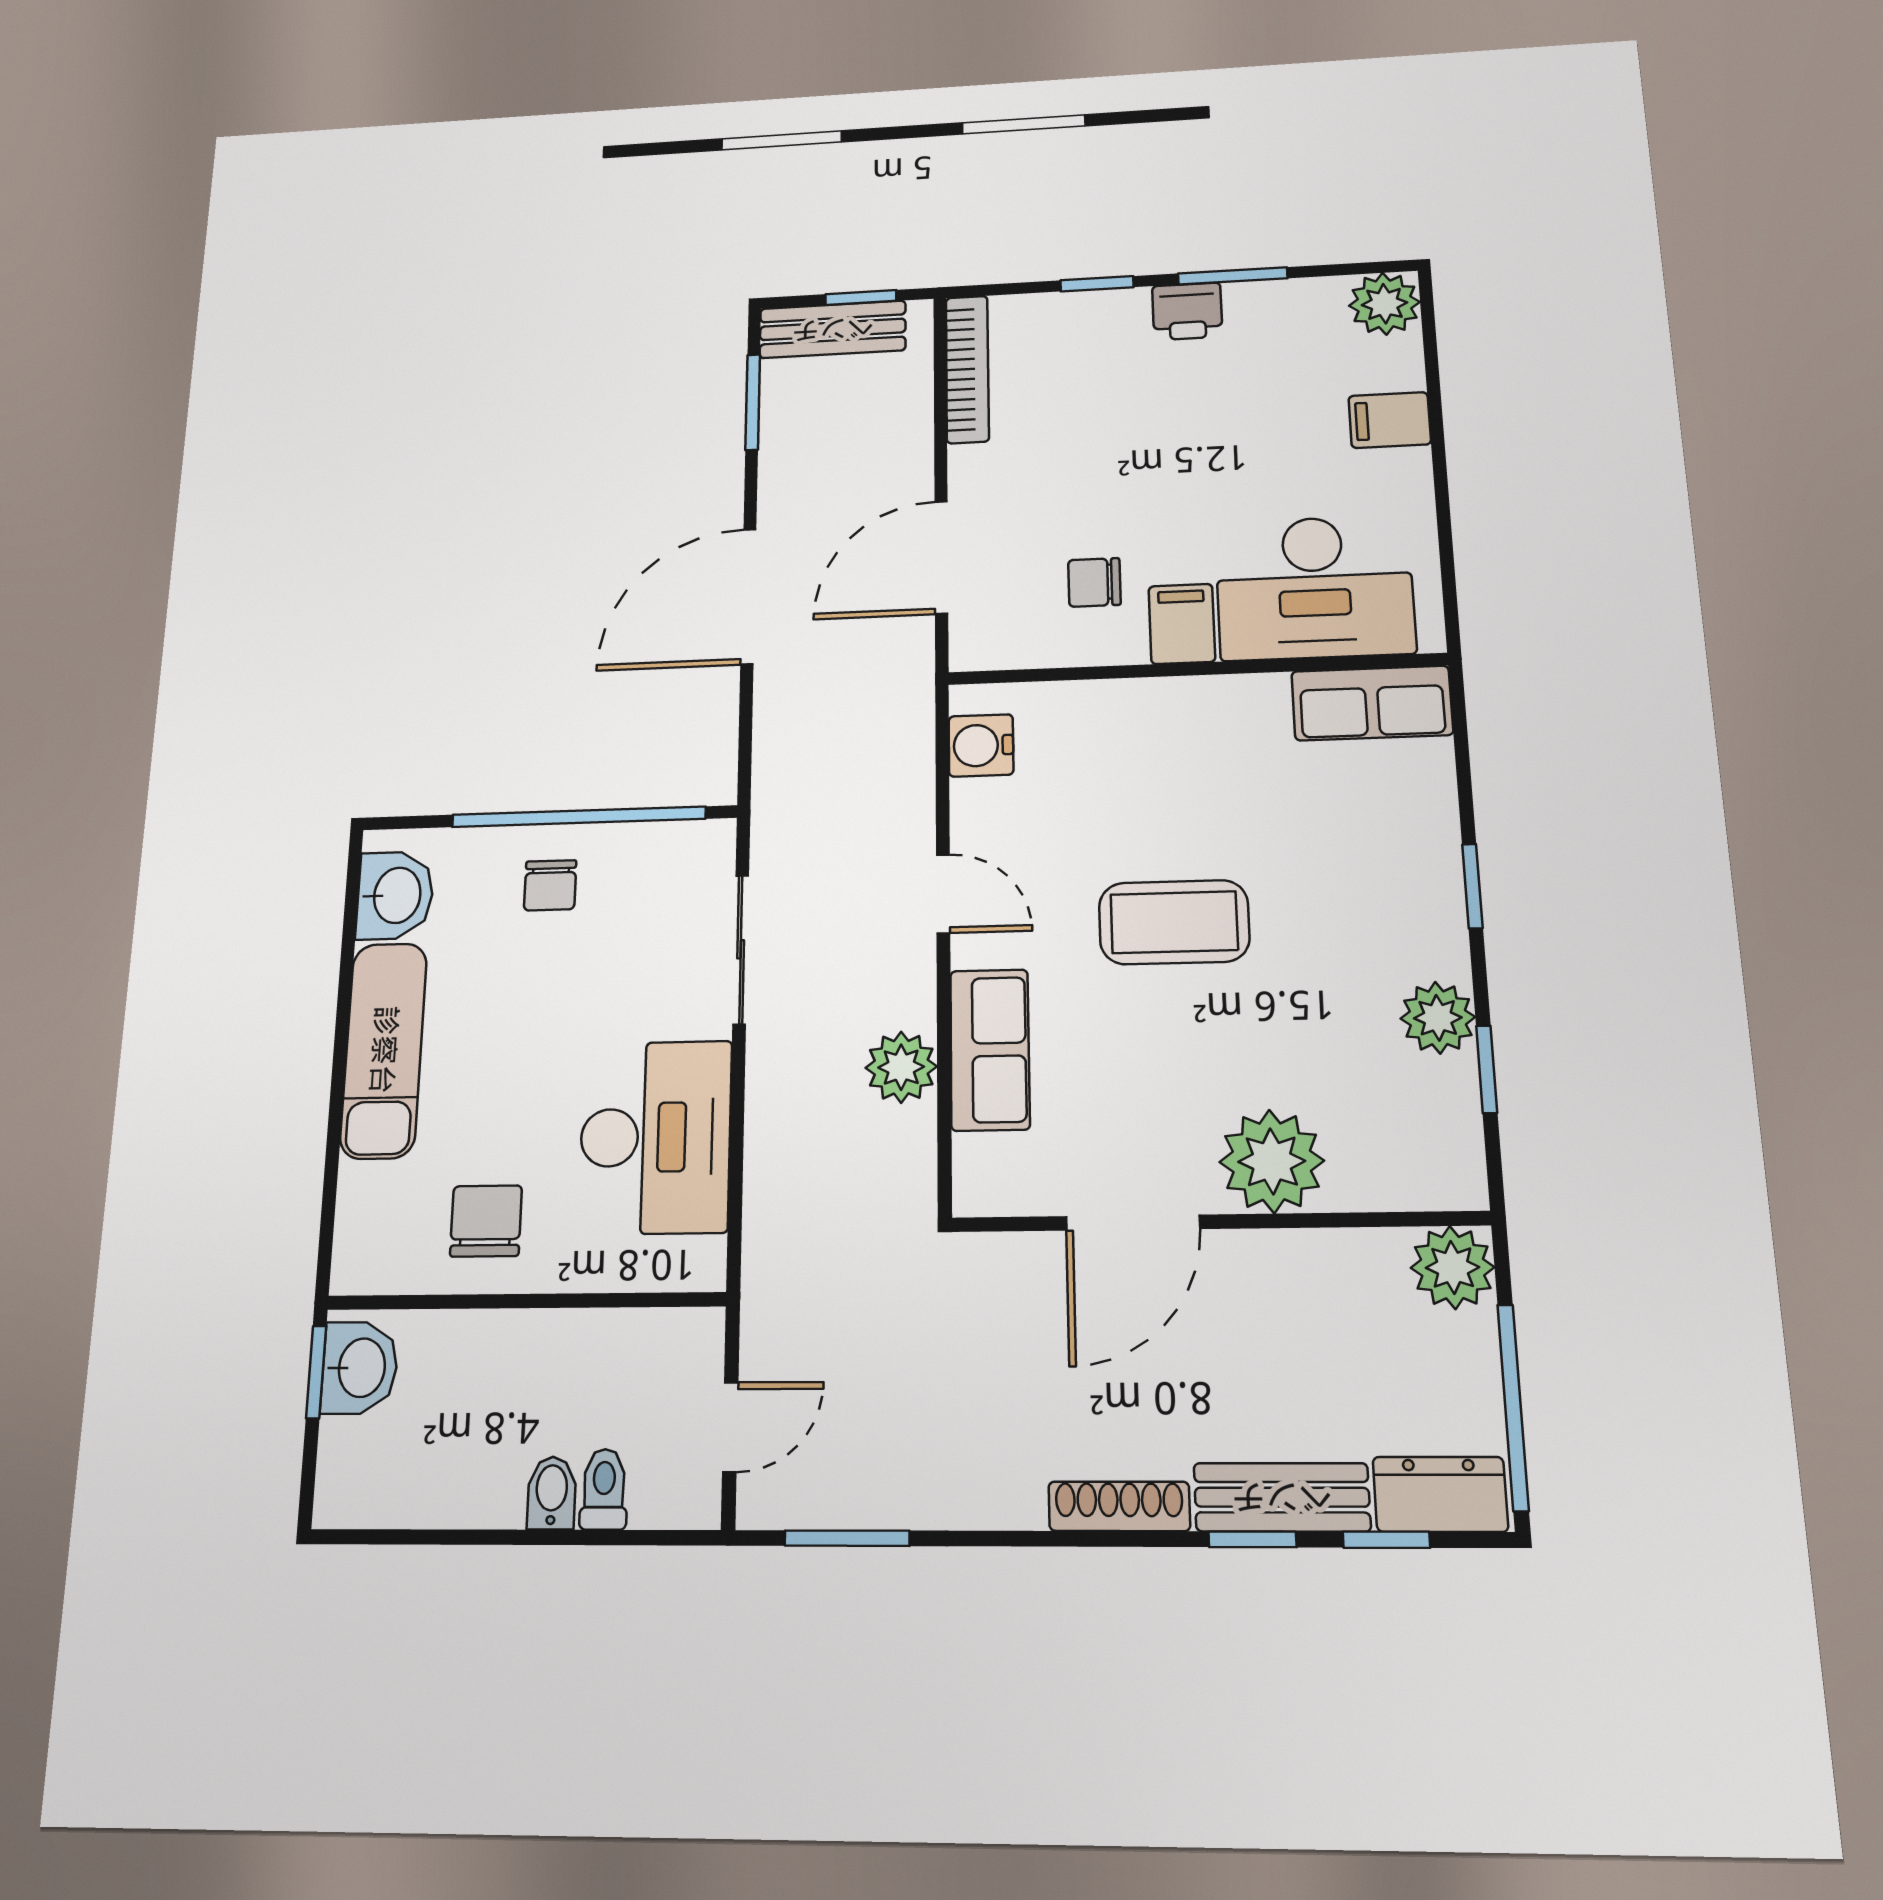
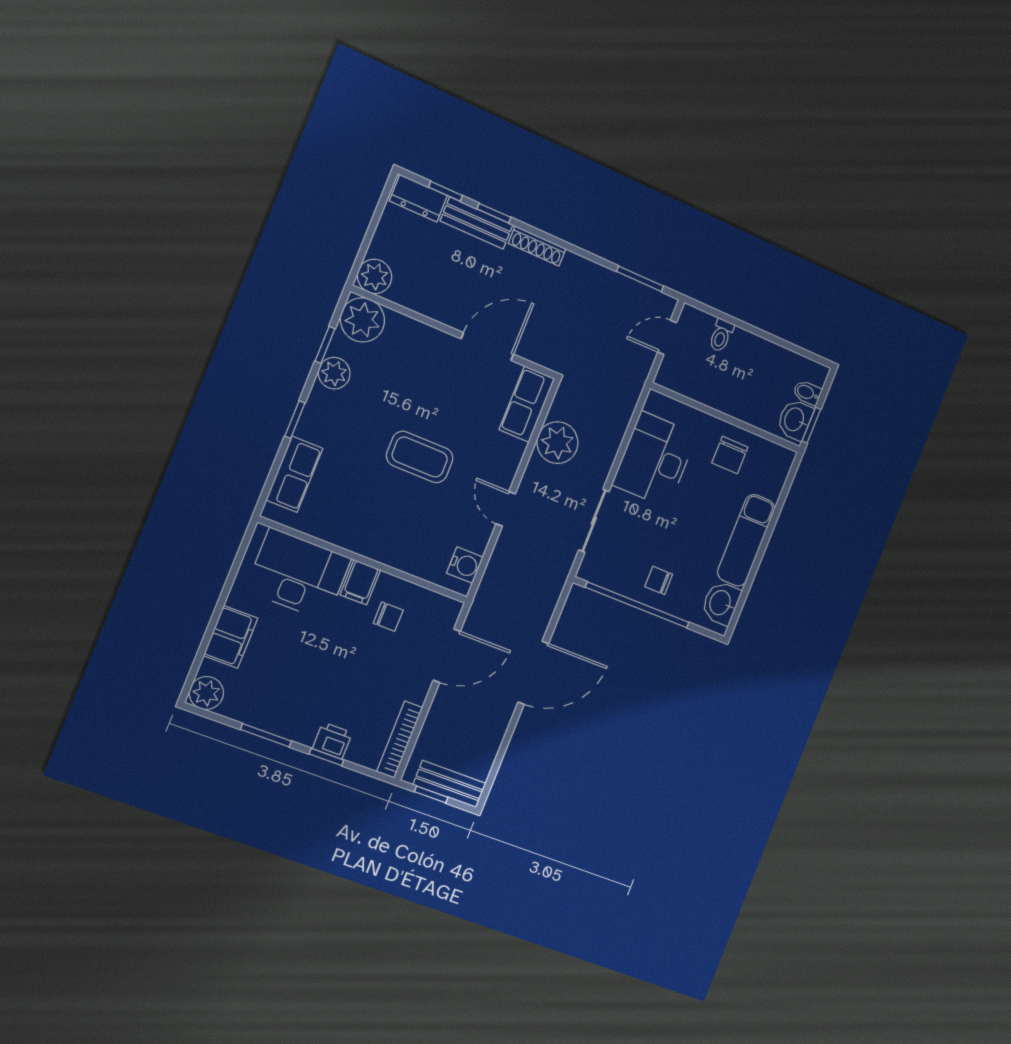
printer: (1187, 311) -> (332, 741), moved
window: (753, 402) -> (497, 763), removed
filing cabinet: (1390, 420) -> (231, 637), width x2.00
row of seats: (1372, 703) -> (294, 474), moved, turned 90
chair: (550, 885) -> (659, 580), turned -90
row of seats: (990, 1050) -> (527, 404), moved
plant: (901, 1067) -> (557, 443), width x1.36, depth x1.36
plant: (1272, 1161) -> (362, 320), moved
window: (1513, 1407) -> (377, 217), removed
bidet: (552, 1493) -> (807, 393), moved, turned 90

